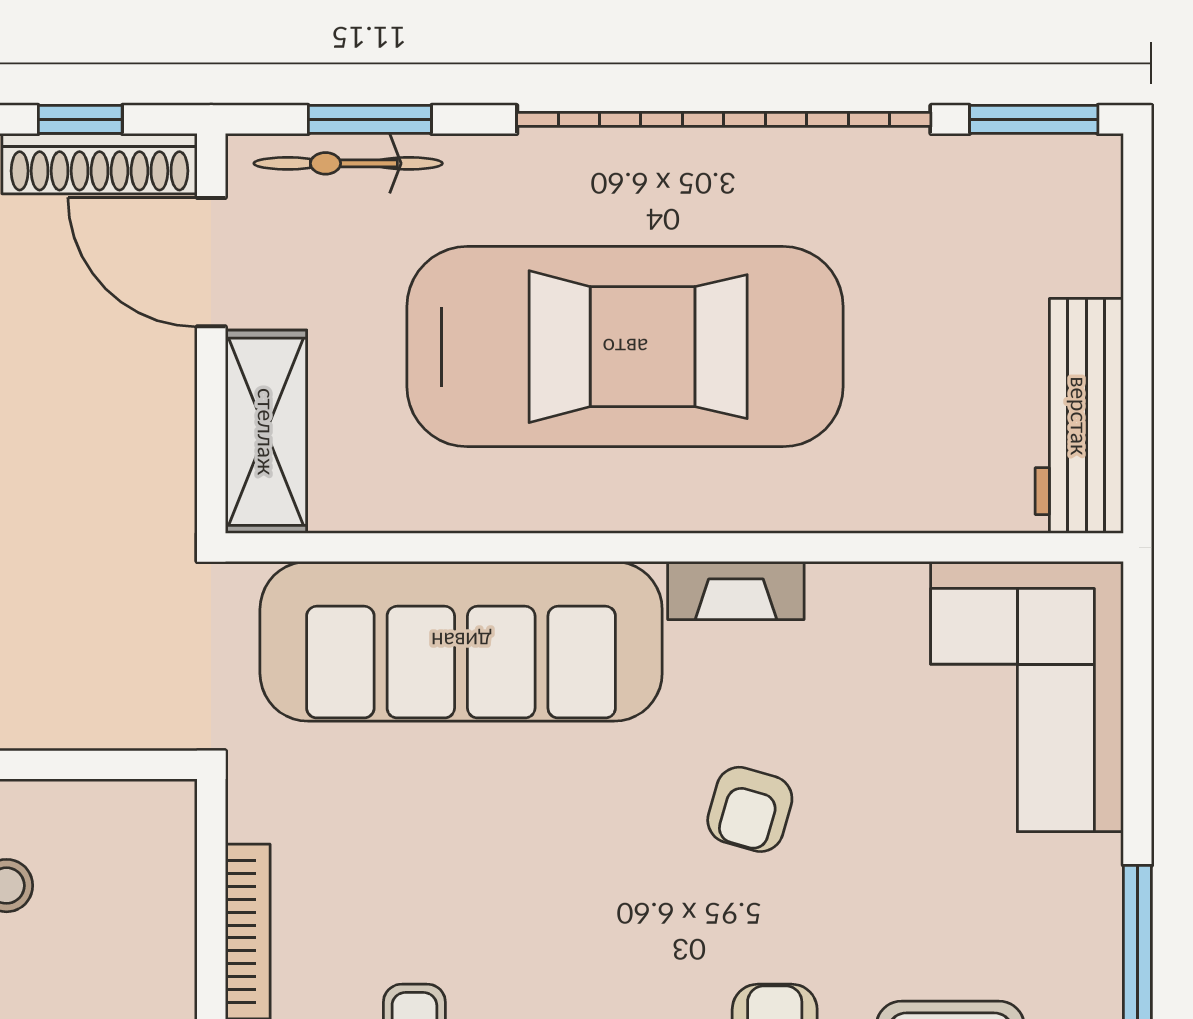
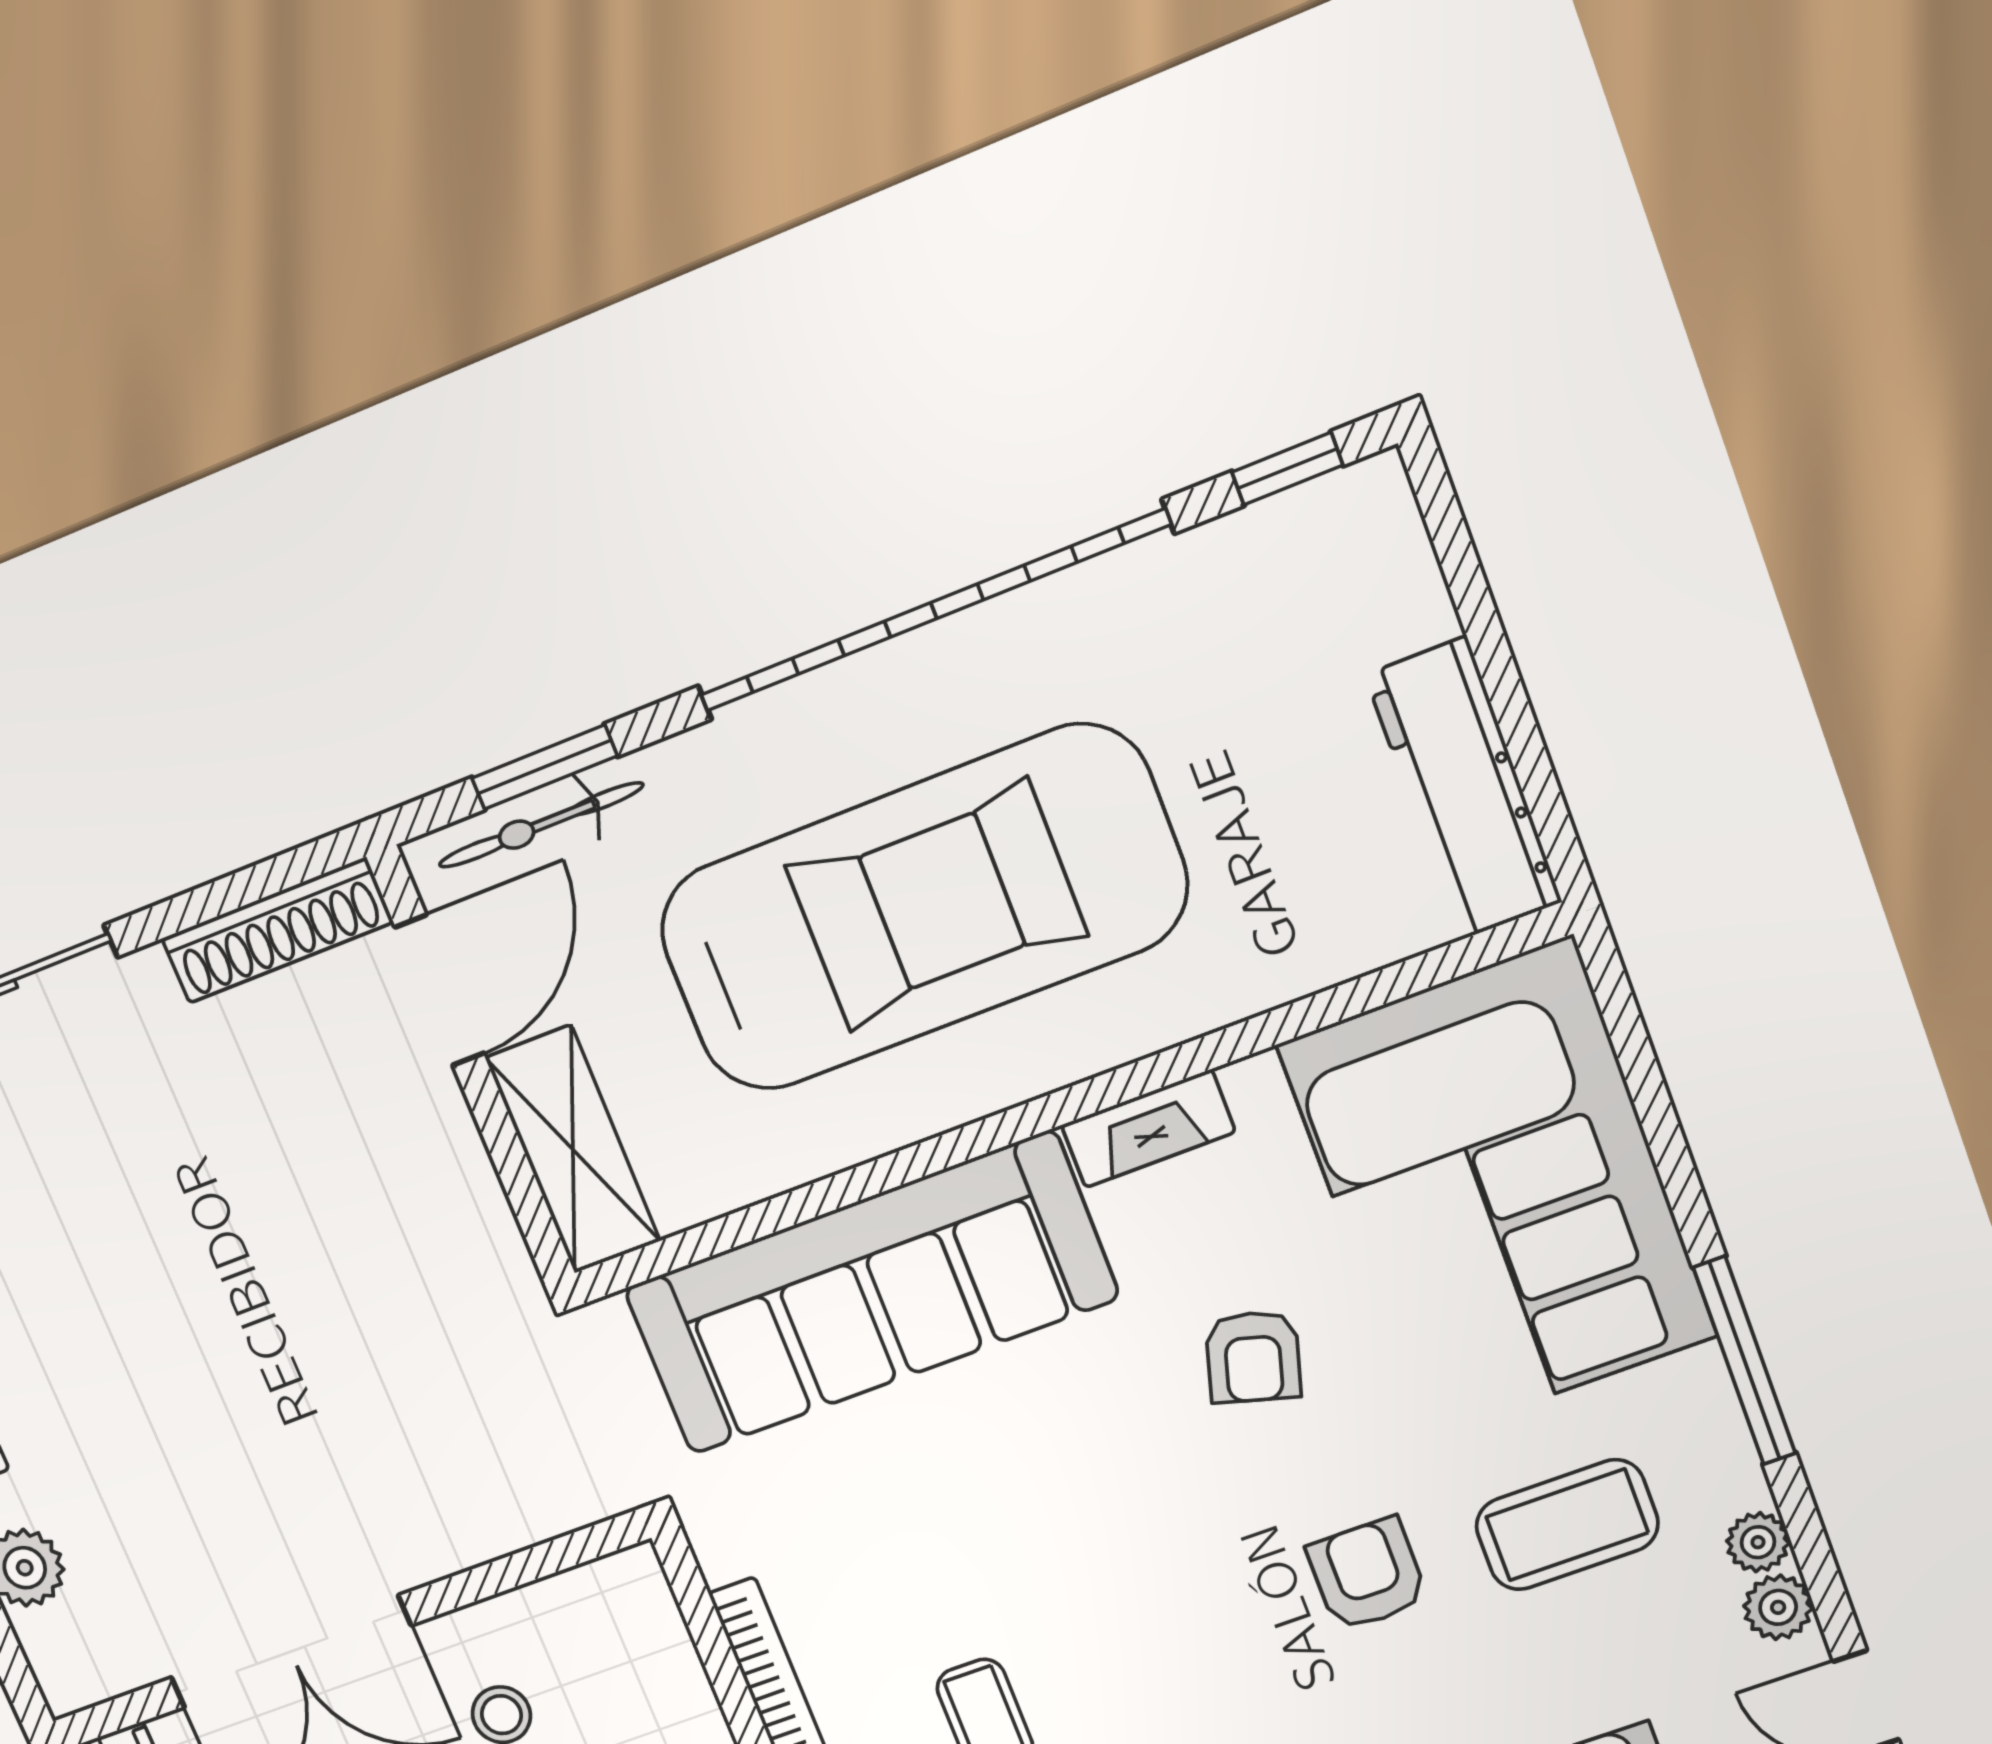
window: (80, 119) -> (237, 891), removed
window: (1034, 119) -> (1287, 469), width x0.67
door: (211, 262) -> (440, 990), swing flipped
corner sofa: (1027, 697) -> (1498, 1191), width x1.36, depth x1.36

